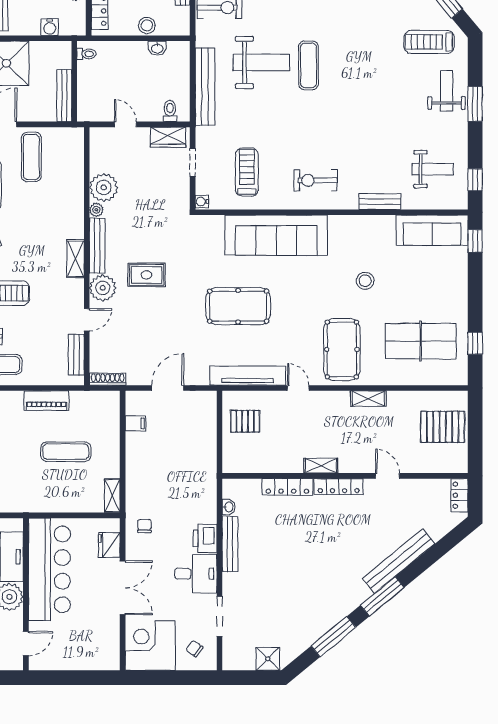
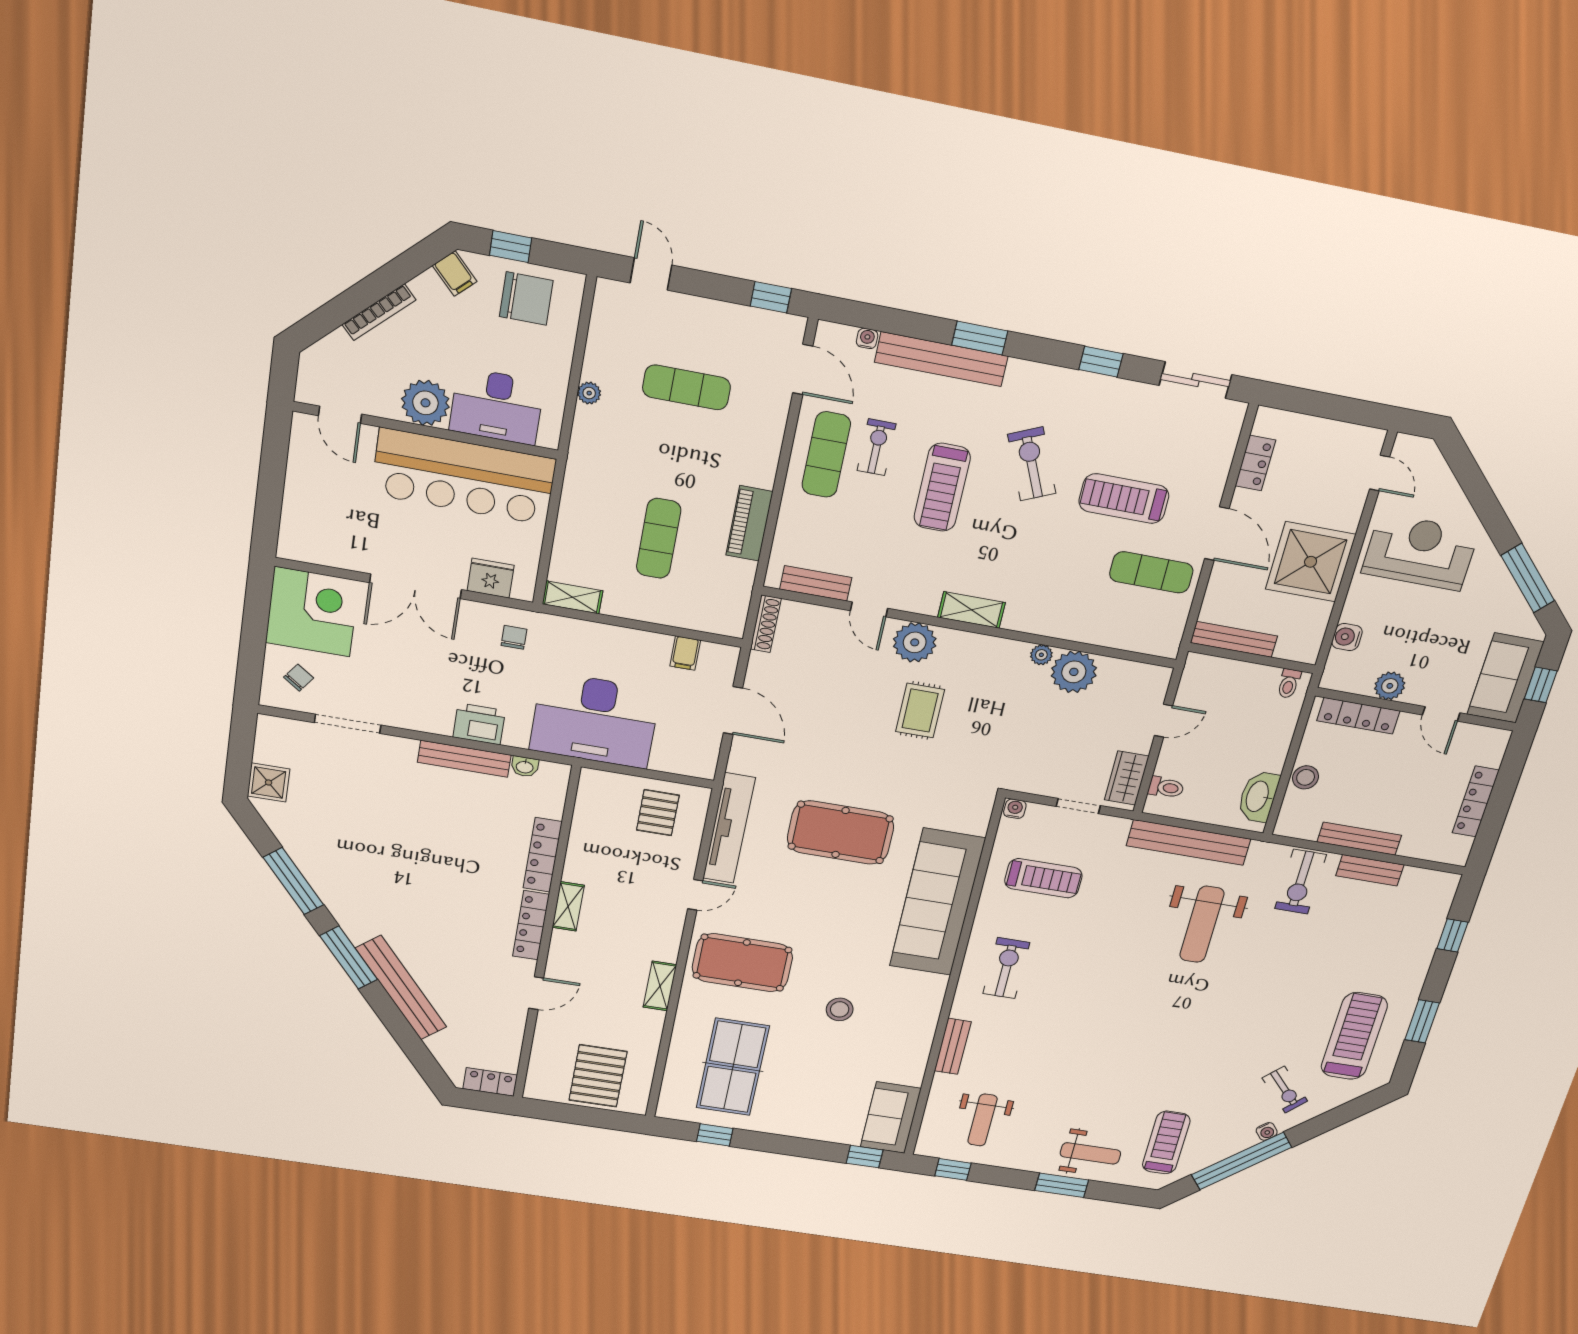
washbasin: (157, 48) -> (1258, 797), width x1.91, depth x1.45
exercise mat: (308, 65) -> (1179, 986), removed
sofa: (432, 230) -> (891, 1118), width x0.73
bench: (97, 246) -> (984, 646), removed
pool table: (238, 306) -> (841, 833), turned 90
chair: (144, 526) -> (514, 637), turned -90
desk: (196, 574) -> (595, 720), moved, width x1.87, depth x1.30

